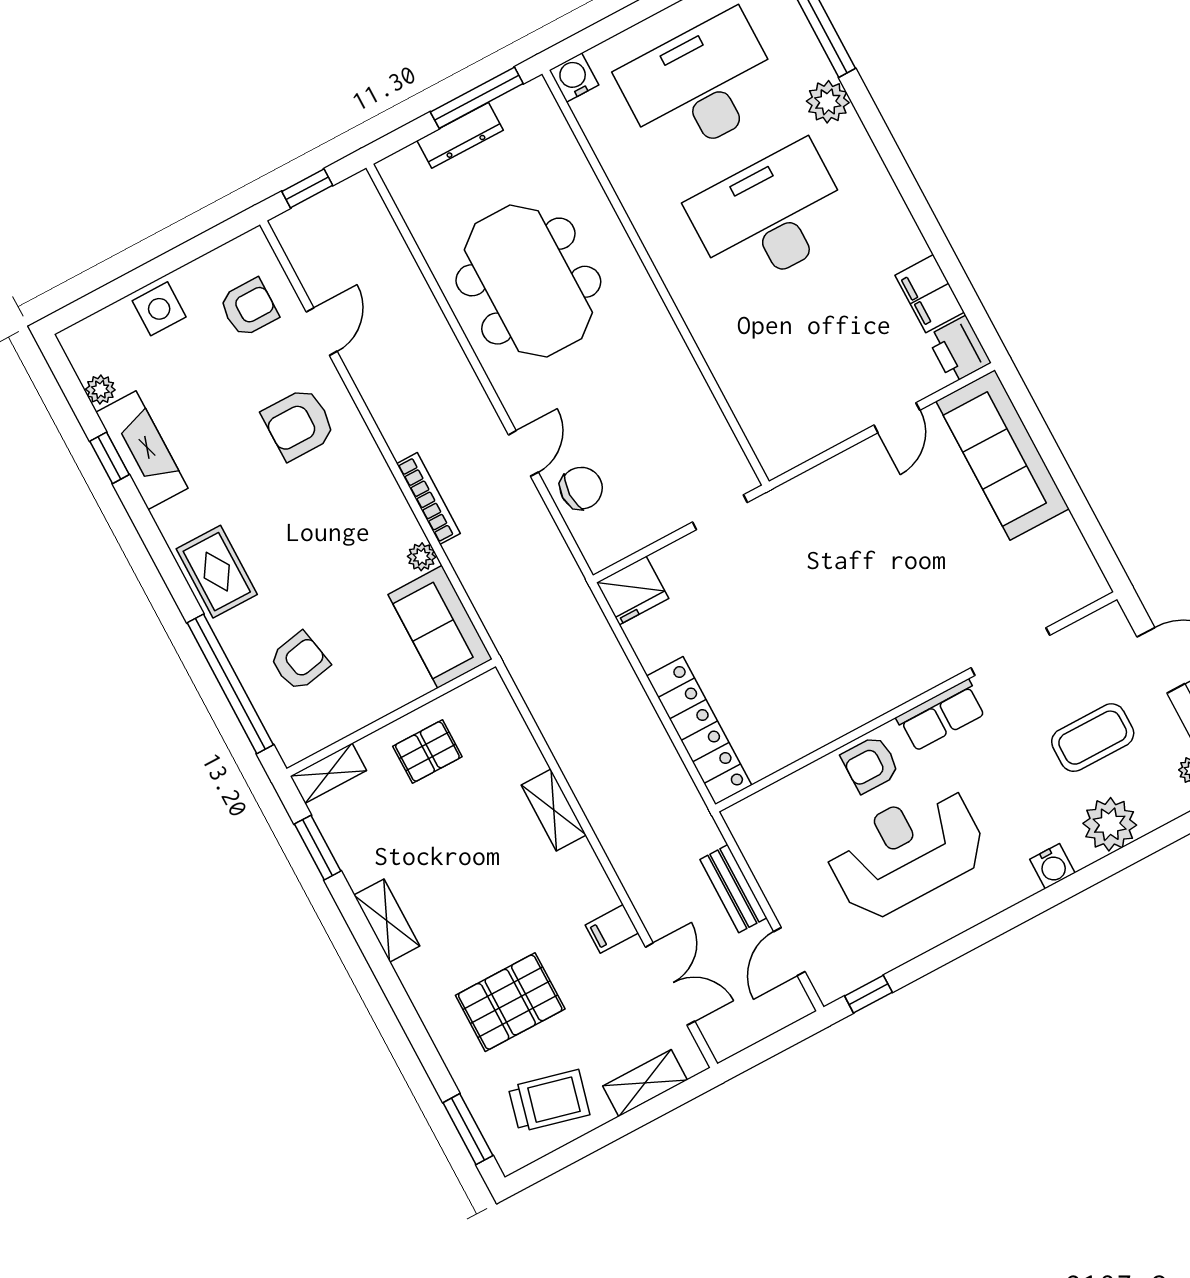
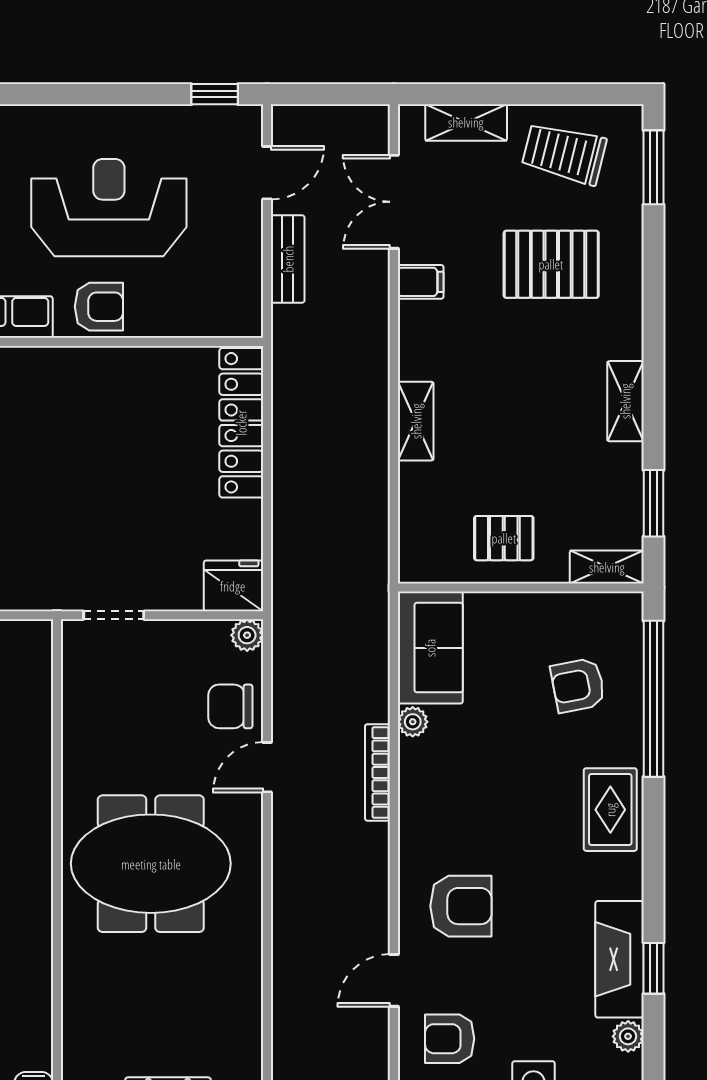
meeting table: (528, 281) -> (151, 864), moved, turned 90
plant: (599, 555) -> (247, 635), added
reception desk: (906, 852) -> (109, 208), turned 180

